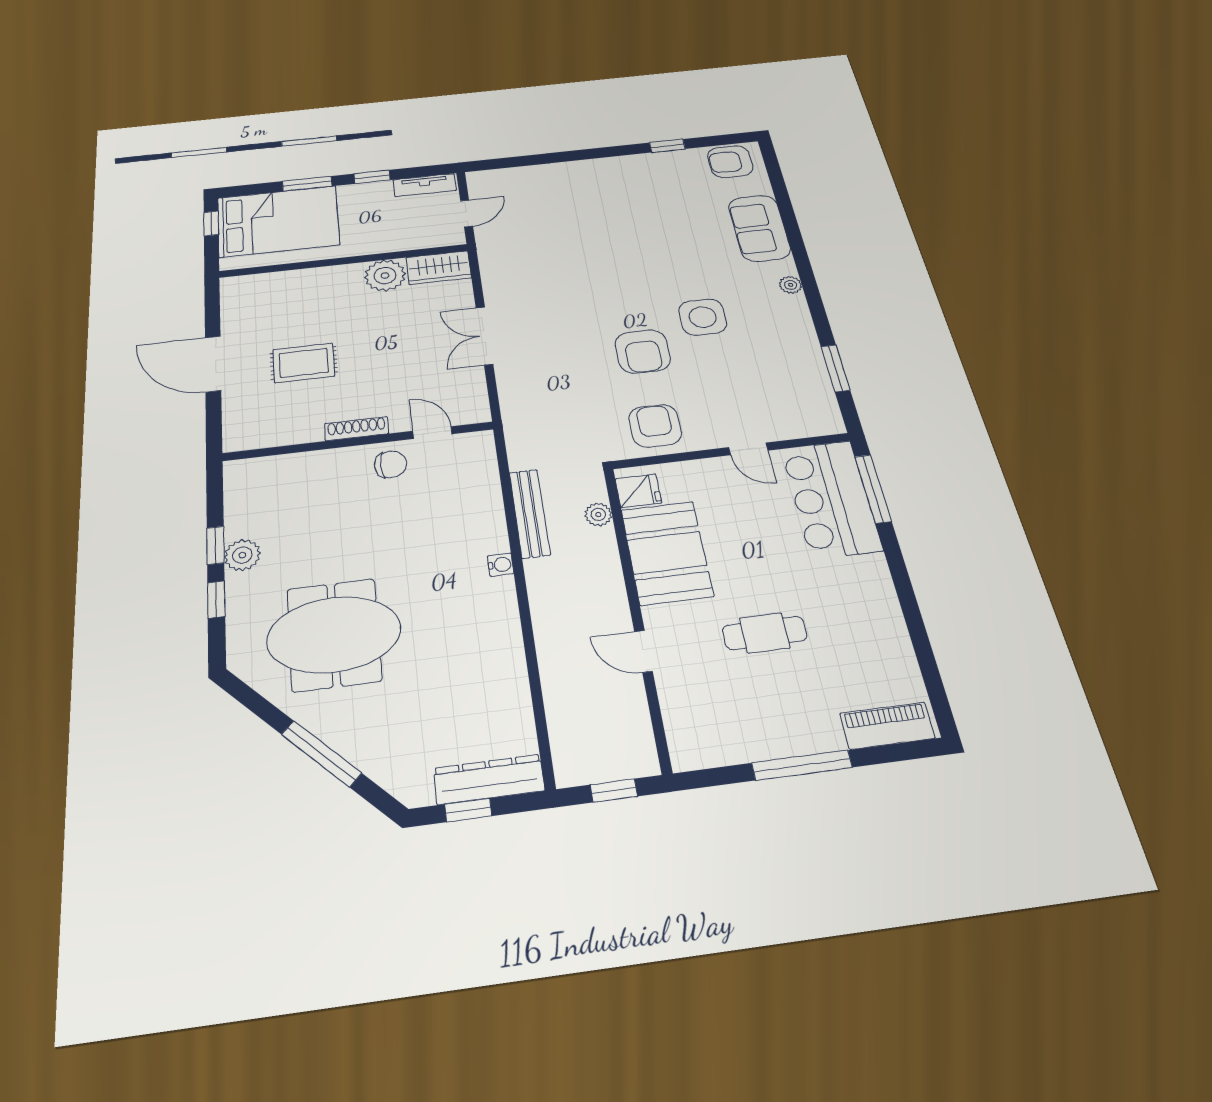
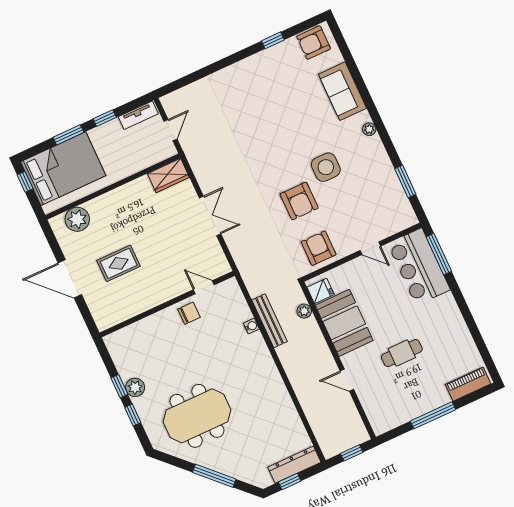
plant: (385, 276) -> (77, 219), moved
double door: (484, 336) -> (210, 216), swing flipped
shoe rack: (357, 429) -> (163, 297), removed
water cooler: (501, 565) -> (251, 326), moved

